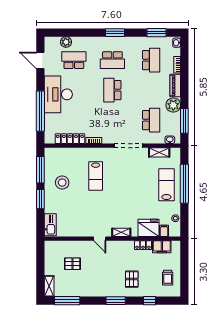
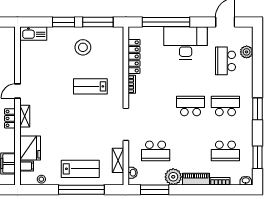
school desk: (74, 60) -> (225, 61), turned 180
school desk: (112, 60) -> (225, 106), turned 90
locker: (143, 245) -> (10, 118), moved

